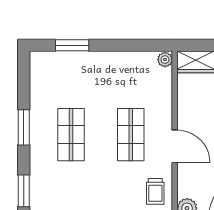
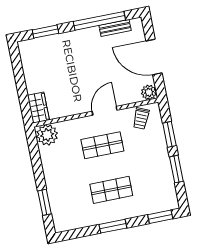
plant: (165, 60) -> (47, 135), width x1.88, depth x1.88
trolley: (155, 191) -> (141, 118), turned 113

